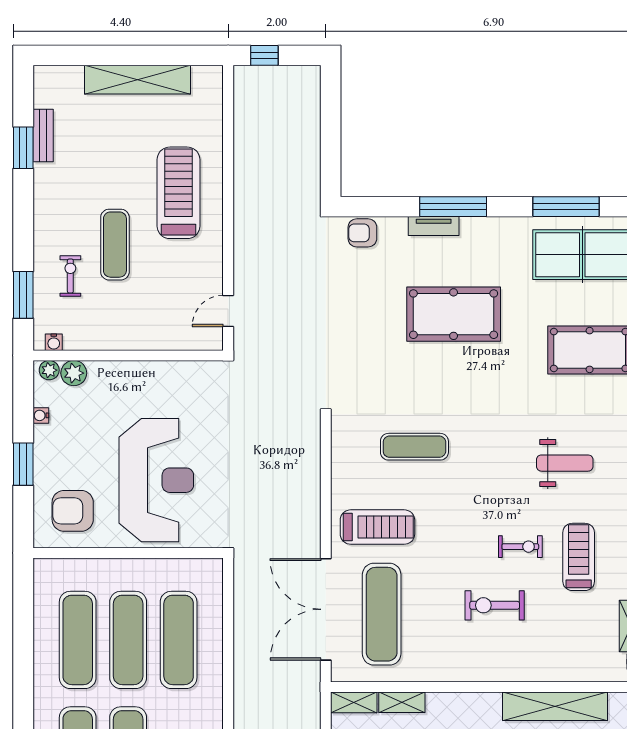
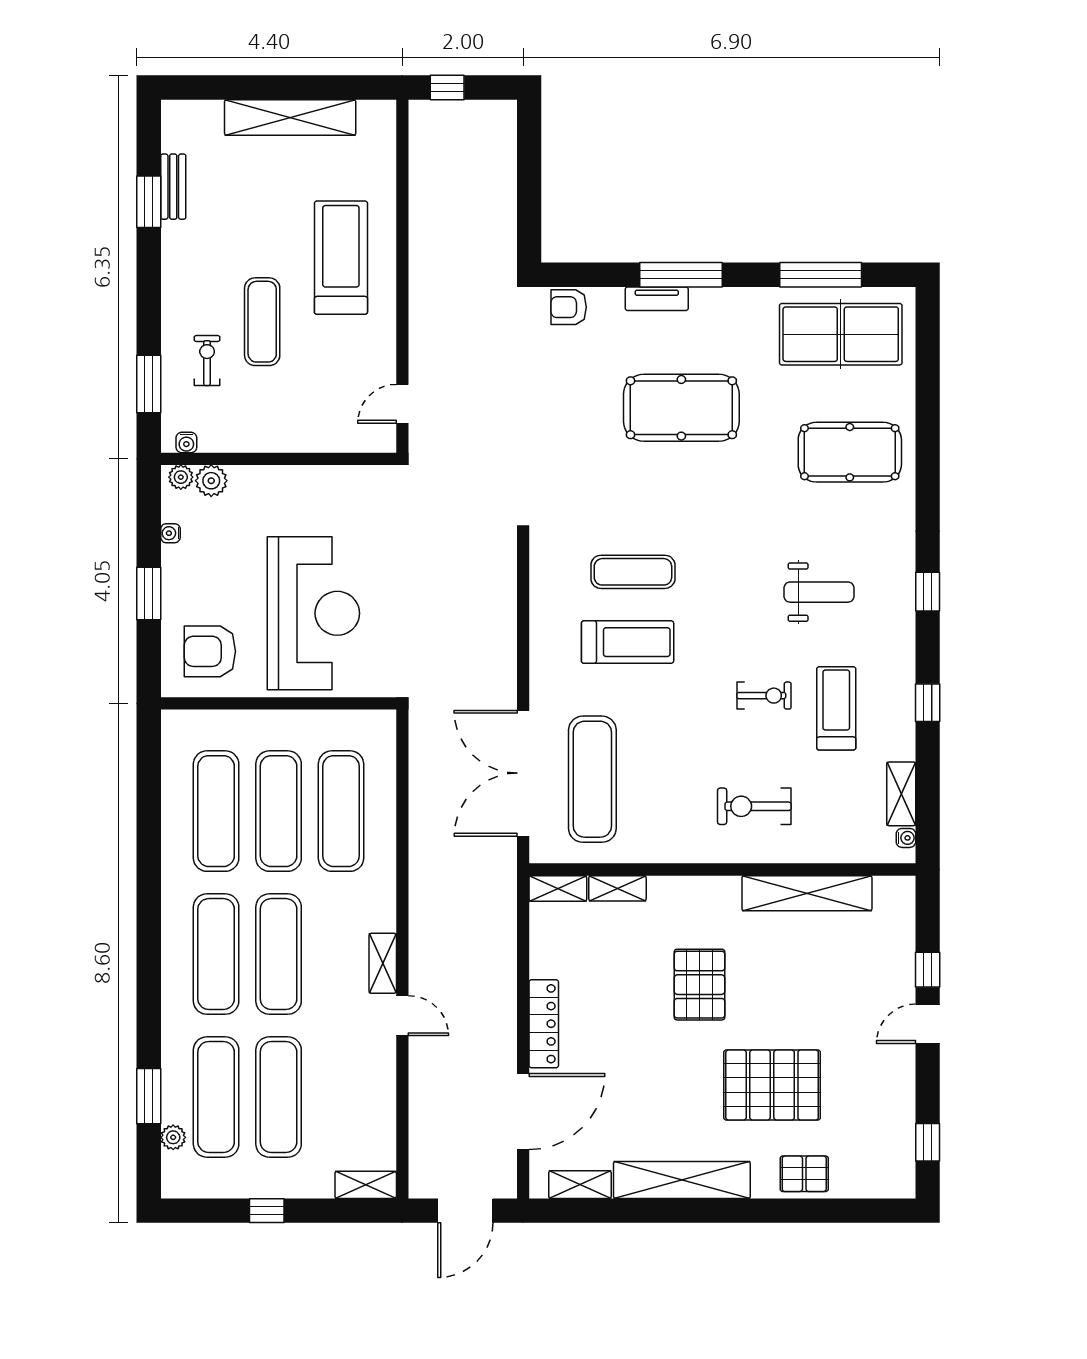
treadmill: (377, 527) -> (628, 642), moved
exercise bike: (495, 605) -> (754, 806), moved

